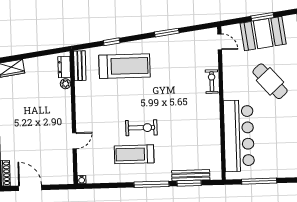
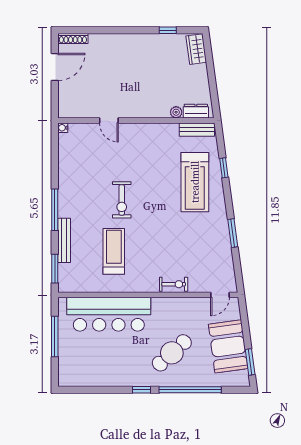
window: (262, 17) -> (250, 362), moved
treadmill: (134, 154) -> (114, 251), moved
bench: (191, 175) -> (64, 240), moved
window: (189, 183) -> (55, 269), moved

